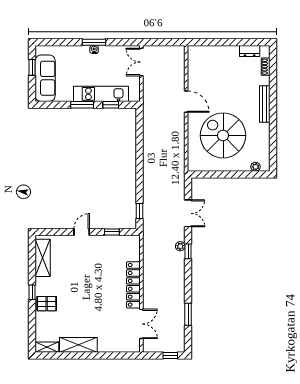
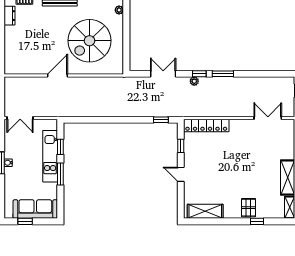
locker: (133, 285) -> (206, 126), moved
window: (32, 292) -> (257, 221), moved
window: (188, 314) -> (223, 74), moved

